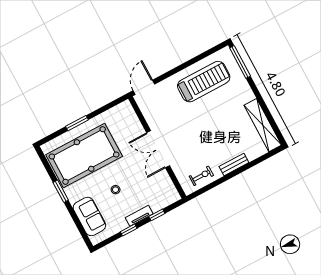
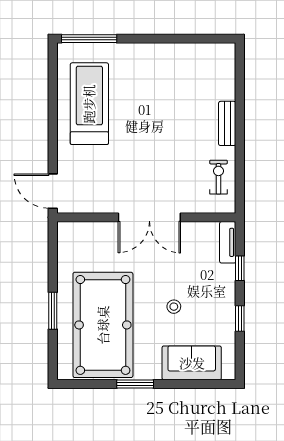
shelving: (263, 125) -> (194, 54), removed
tv unit: (139, 216) -> (228, 242), moved

